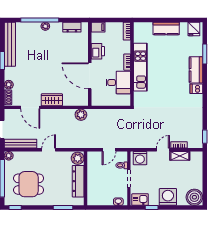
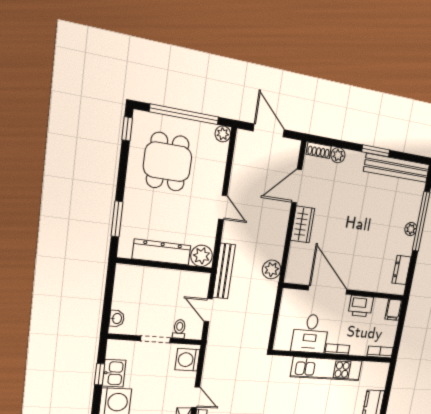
door: (90, 76) -> (328, 290), hinge flipped
bench: (20, 144) -> (224, 271), moved
kitchen sink: (140, 200) -> (114, 373), moved

